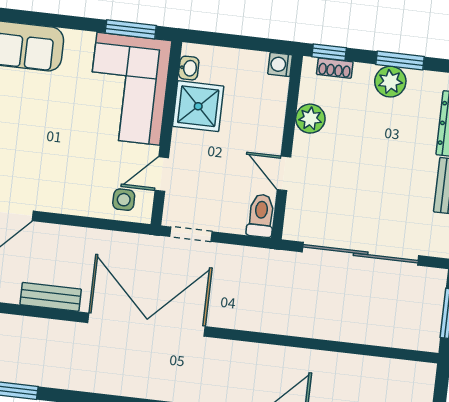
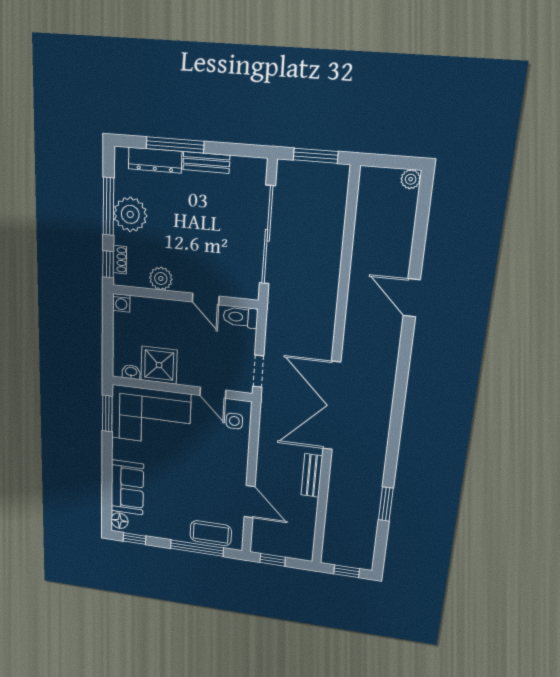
window: (400, 60) -> (108, 206), width x1.44
plant: (390, 82) -> (130, 214), width x1.36, depth x1.36
door: (284, 173) -> (206, 299), hinge flipped

